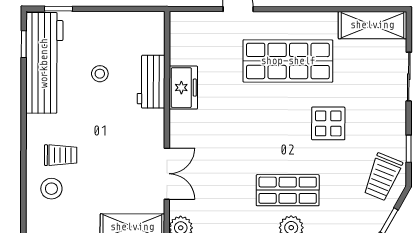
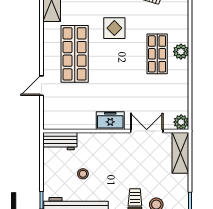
workbench: (151, 82) -> (60, 141), moved
freezer: (183, 88) -> (110, 121), moved

